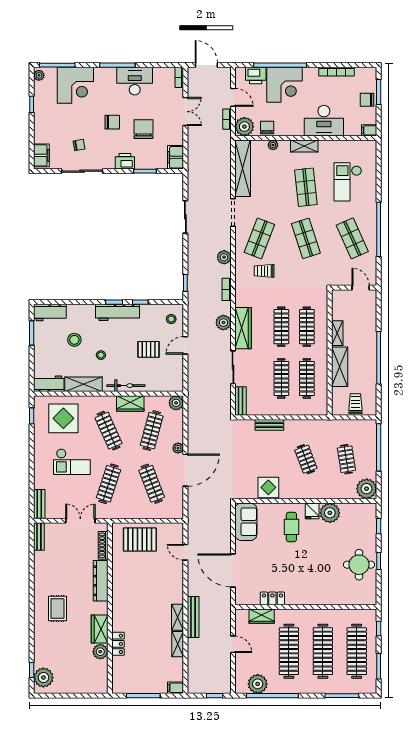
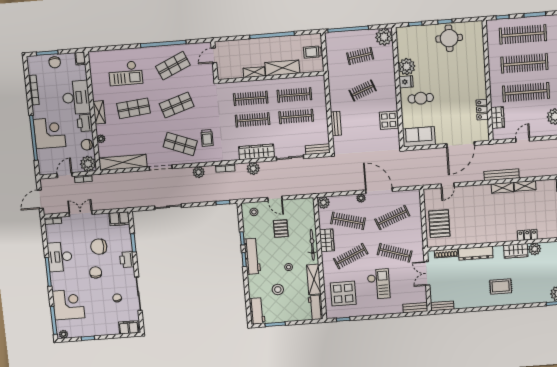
printer: (256, 75) -> (85, 123), moved, turned 180

